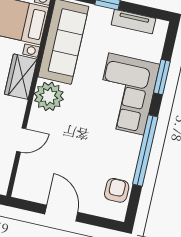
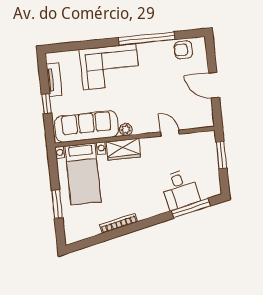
window: (162, 77) -> (88, 45), removed
plant: (49, 96) -> (126, 130), width x0.53, depth x0.53
door: (61, 213) -> (214, 85), hinge flipped

